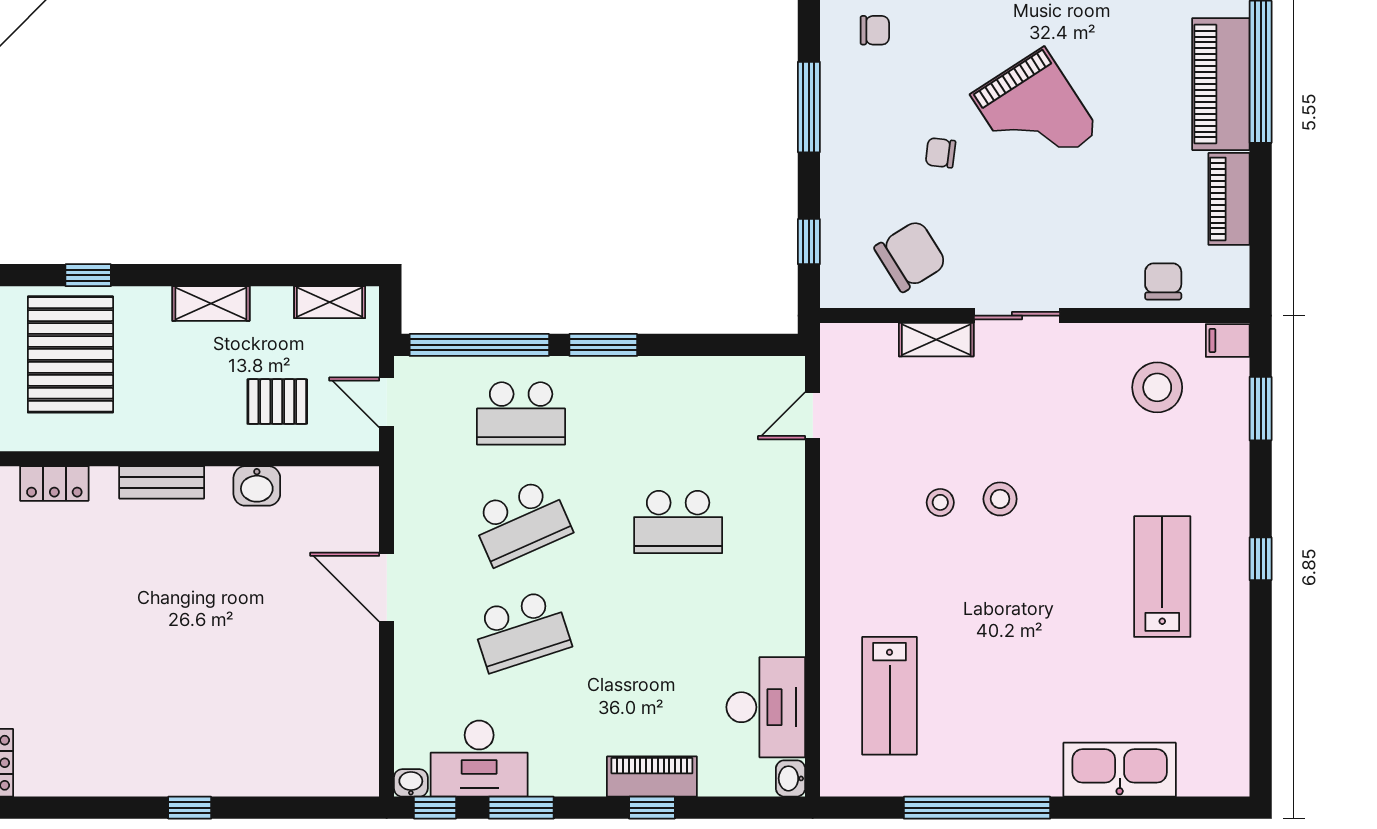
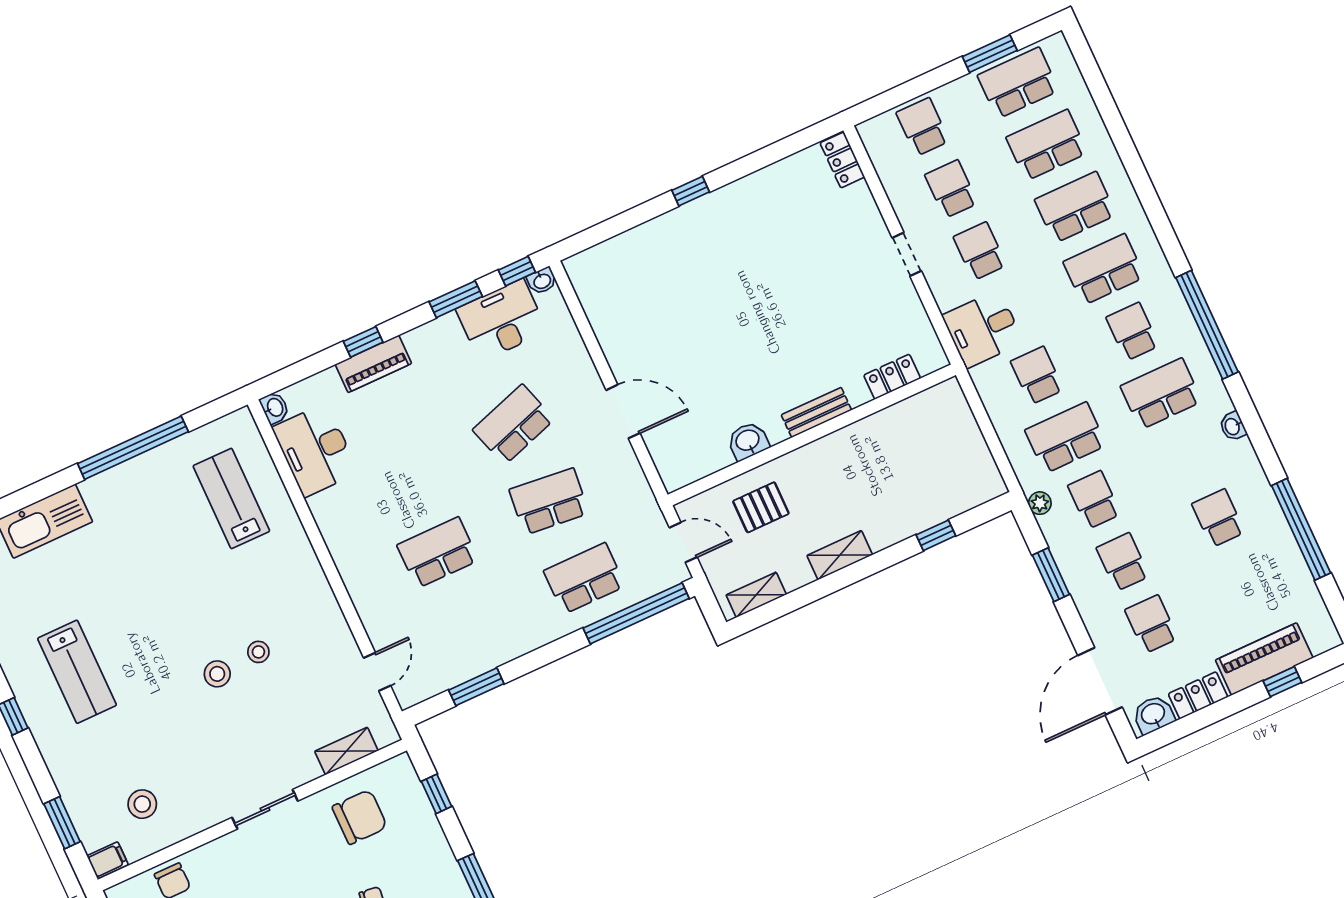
chair: (911, 256) -> (360, 817), turned -148
shelving: (936, 340) -> (346, 751), moved
window: (603, 345) -> (476, 687), moved
pallet: (70, 354) -> (923, 473), removed
stool: (1157, 387) -> (142, 804), width x0.73, depth x0.73
school desk: (521, 522) -> (549, 501), turned 30

